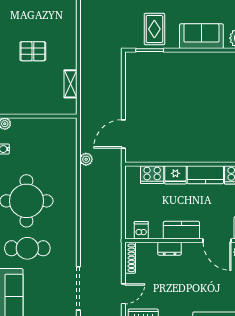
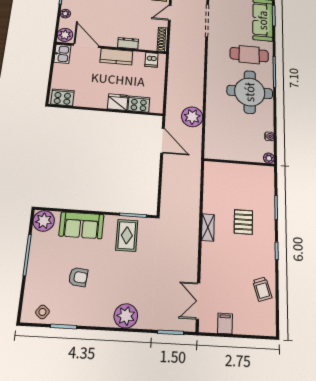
pallet: (33, 51) -> (243, 222), turned 90
shelving: (70, 84) -> (208, 227), moved
door: (123, 134) -> (162, 141), hinge flipped
plant: (86, 159) -> (192, 117), width x1.88, depth x1.88
kitchen counter: (205, 175) -> (91, 100), removed

